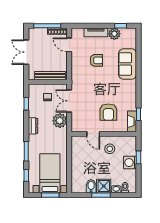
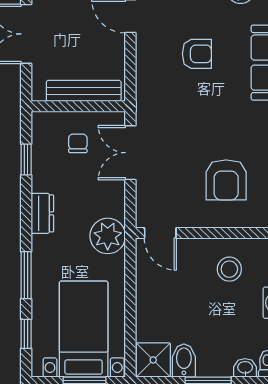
plant: (60, 121) -> (108, 236), moved
door: (93, 134) -> (160, 233), moved
shower: (104, 186) -> (153, 360), moved

